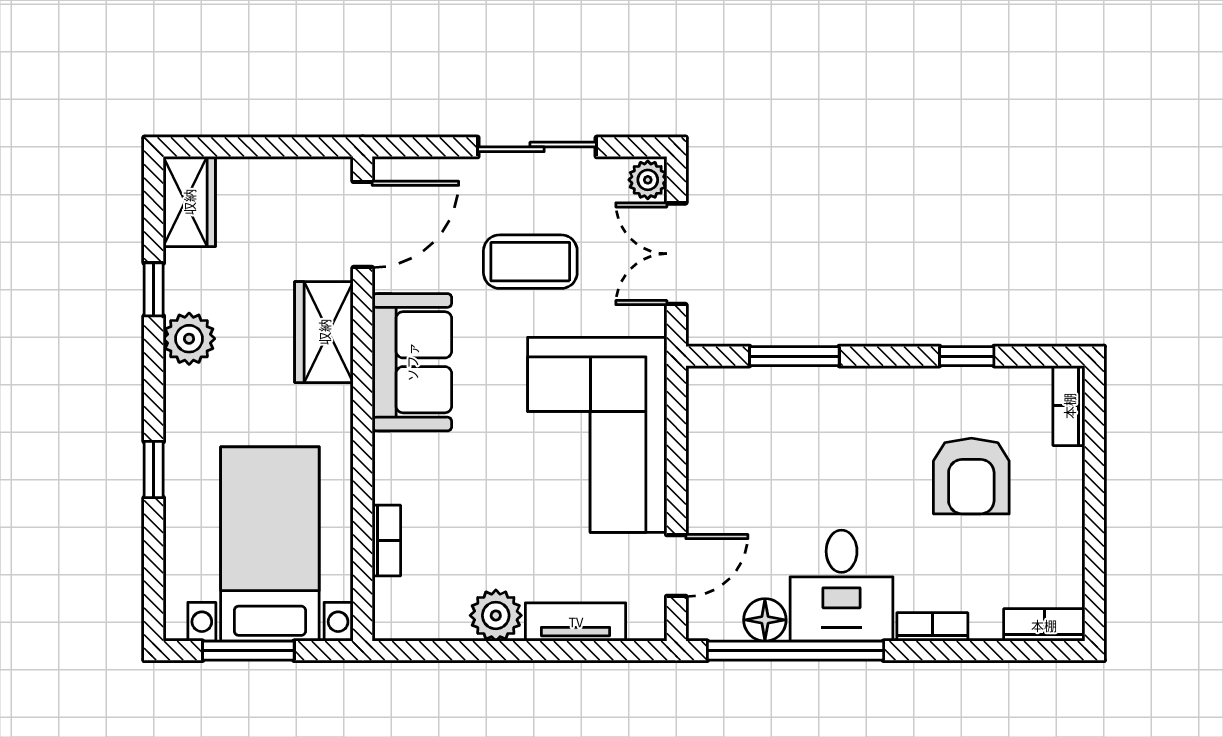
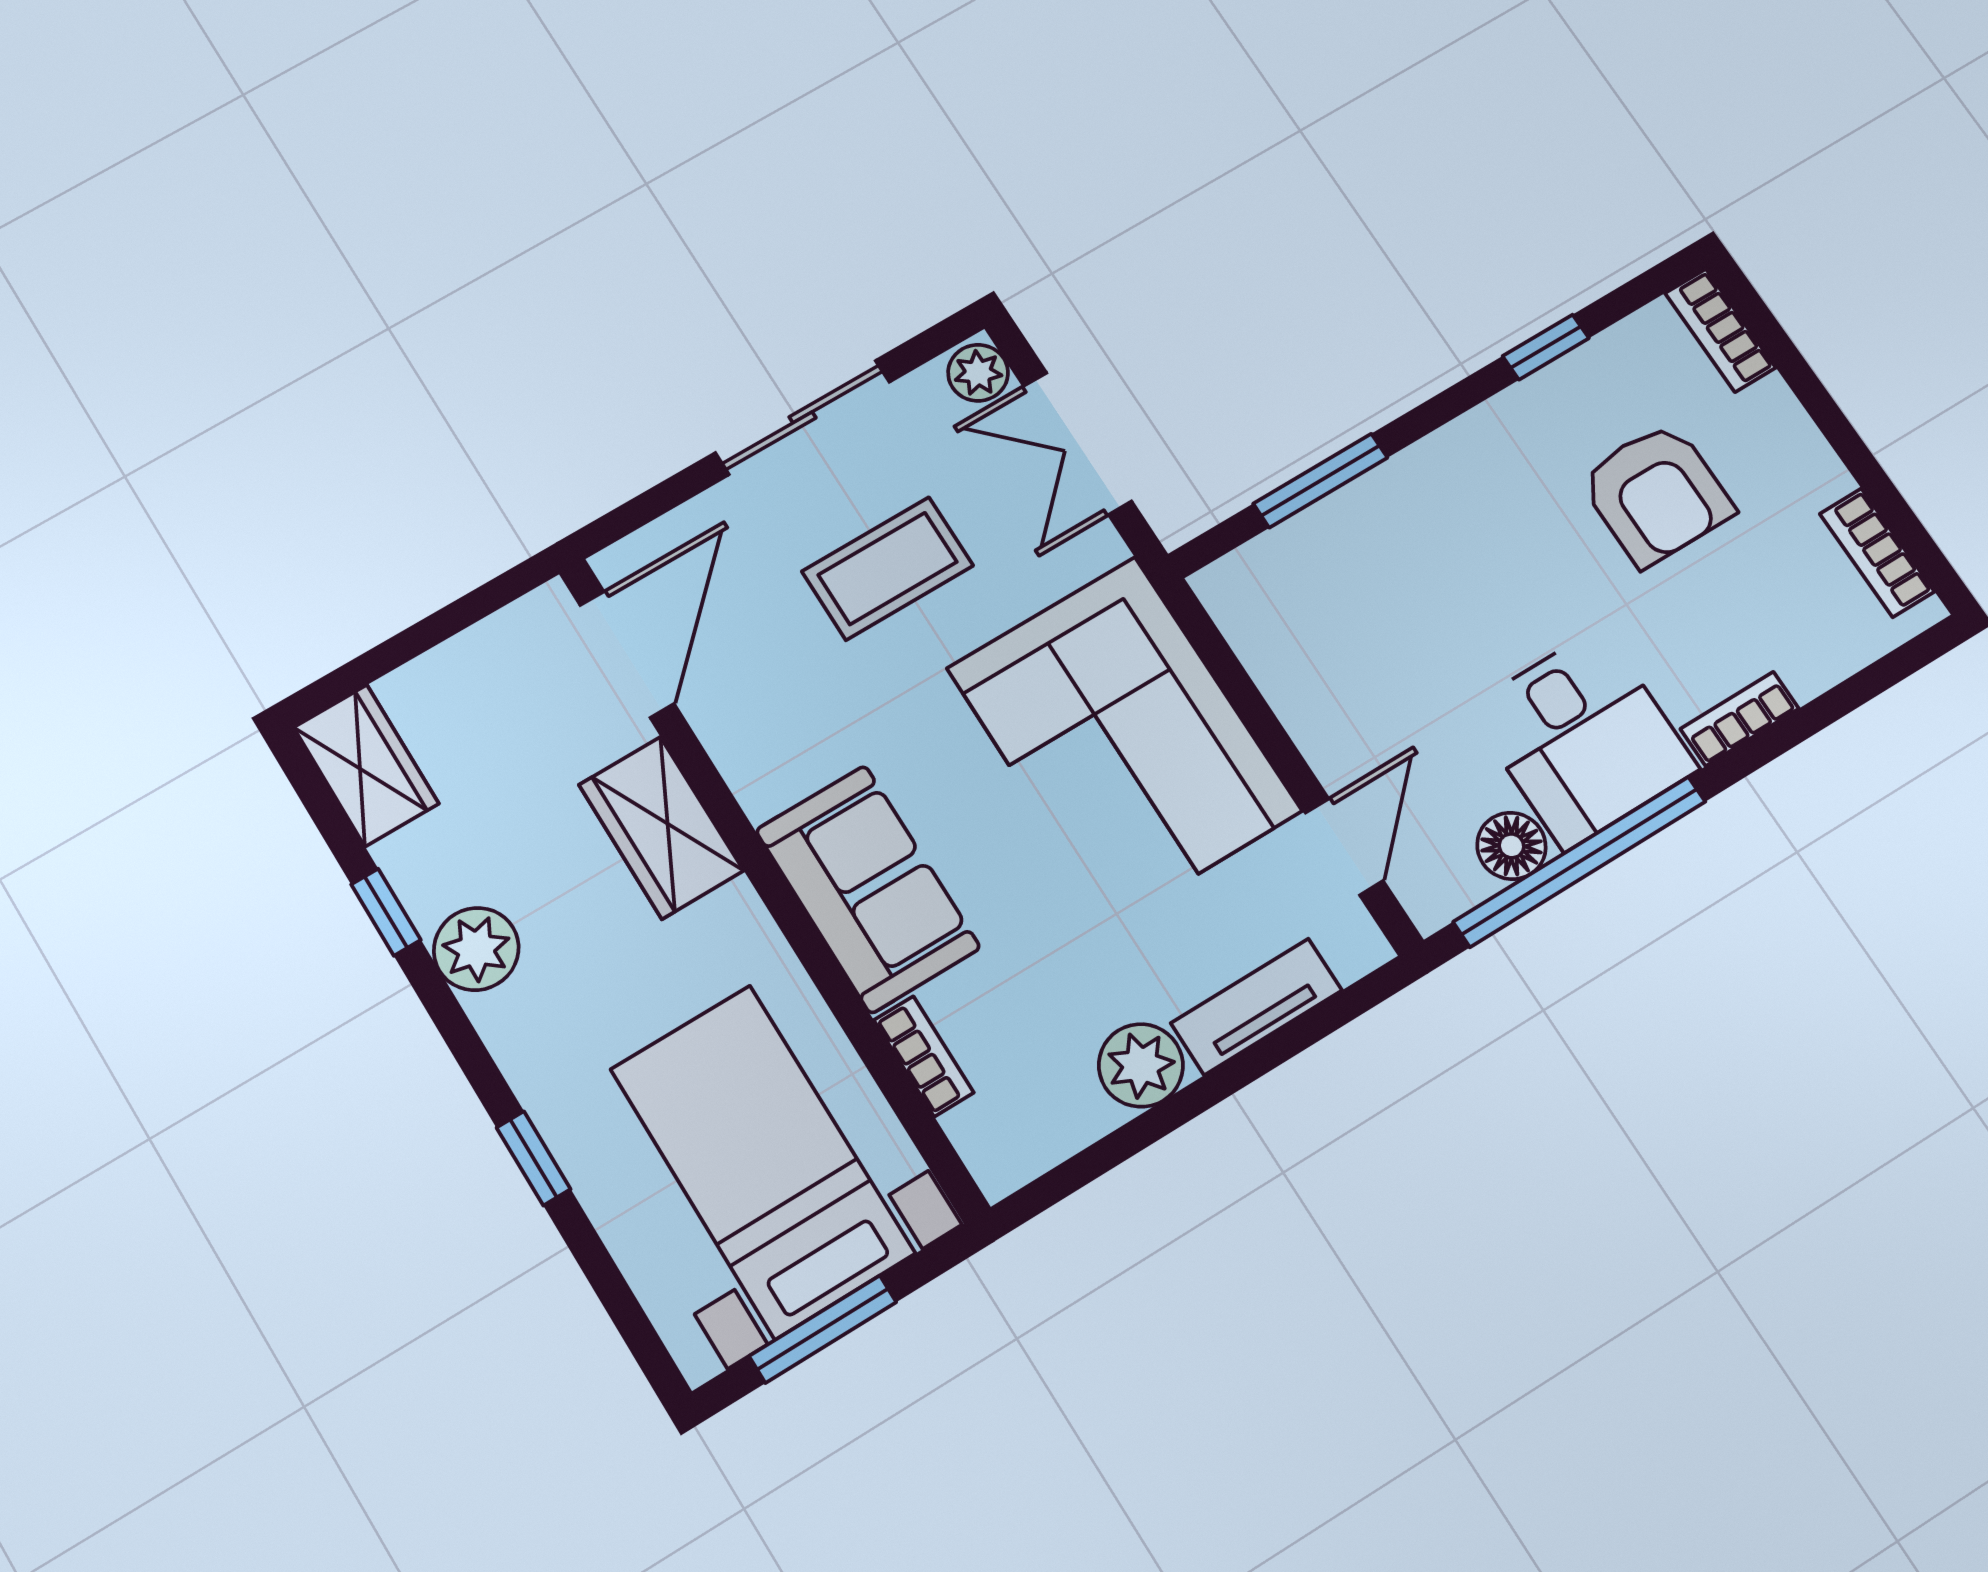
sofa: (412, 362) -> (868, 889), moved
bookcase: (1044, 625) -> (1877, 553), moved, turned -90

